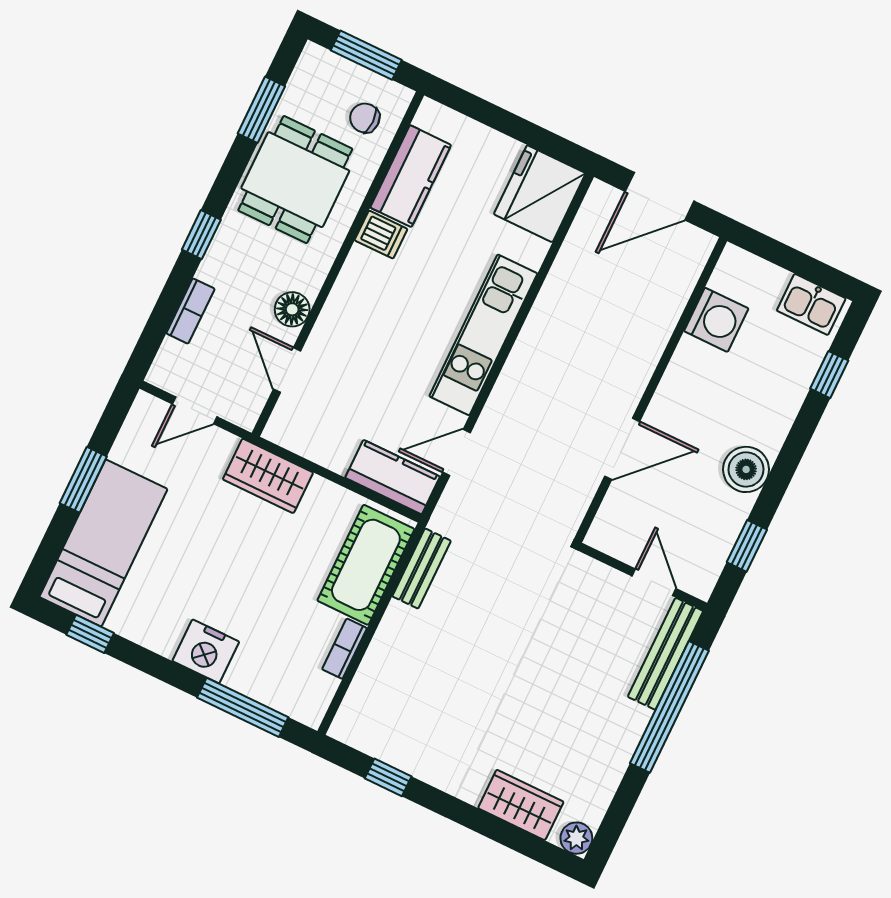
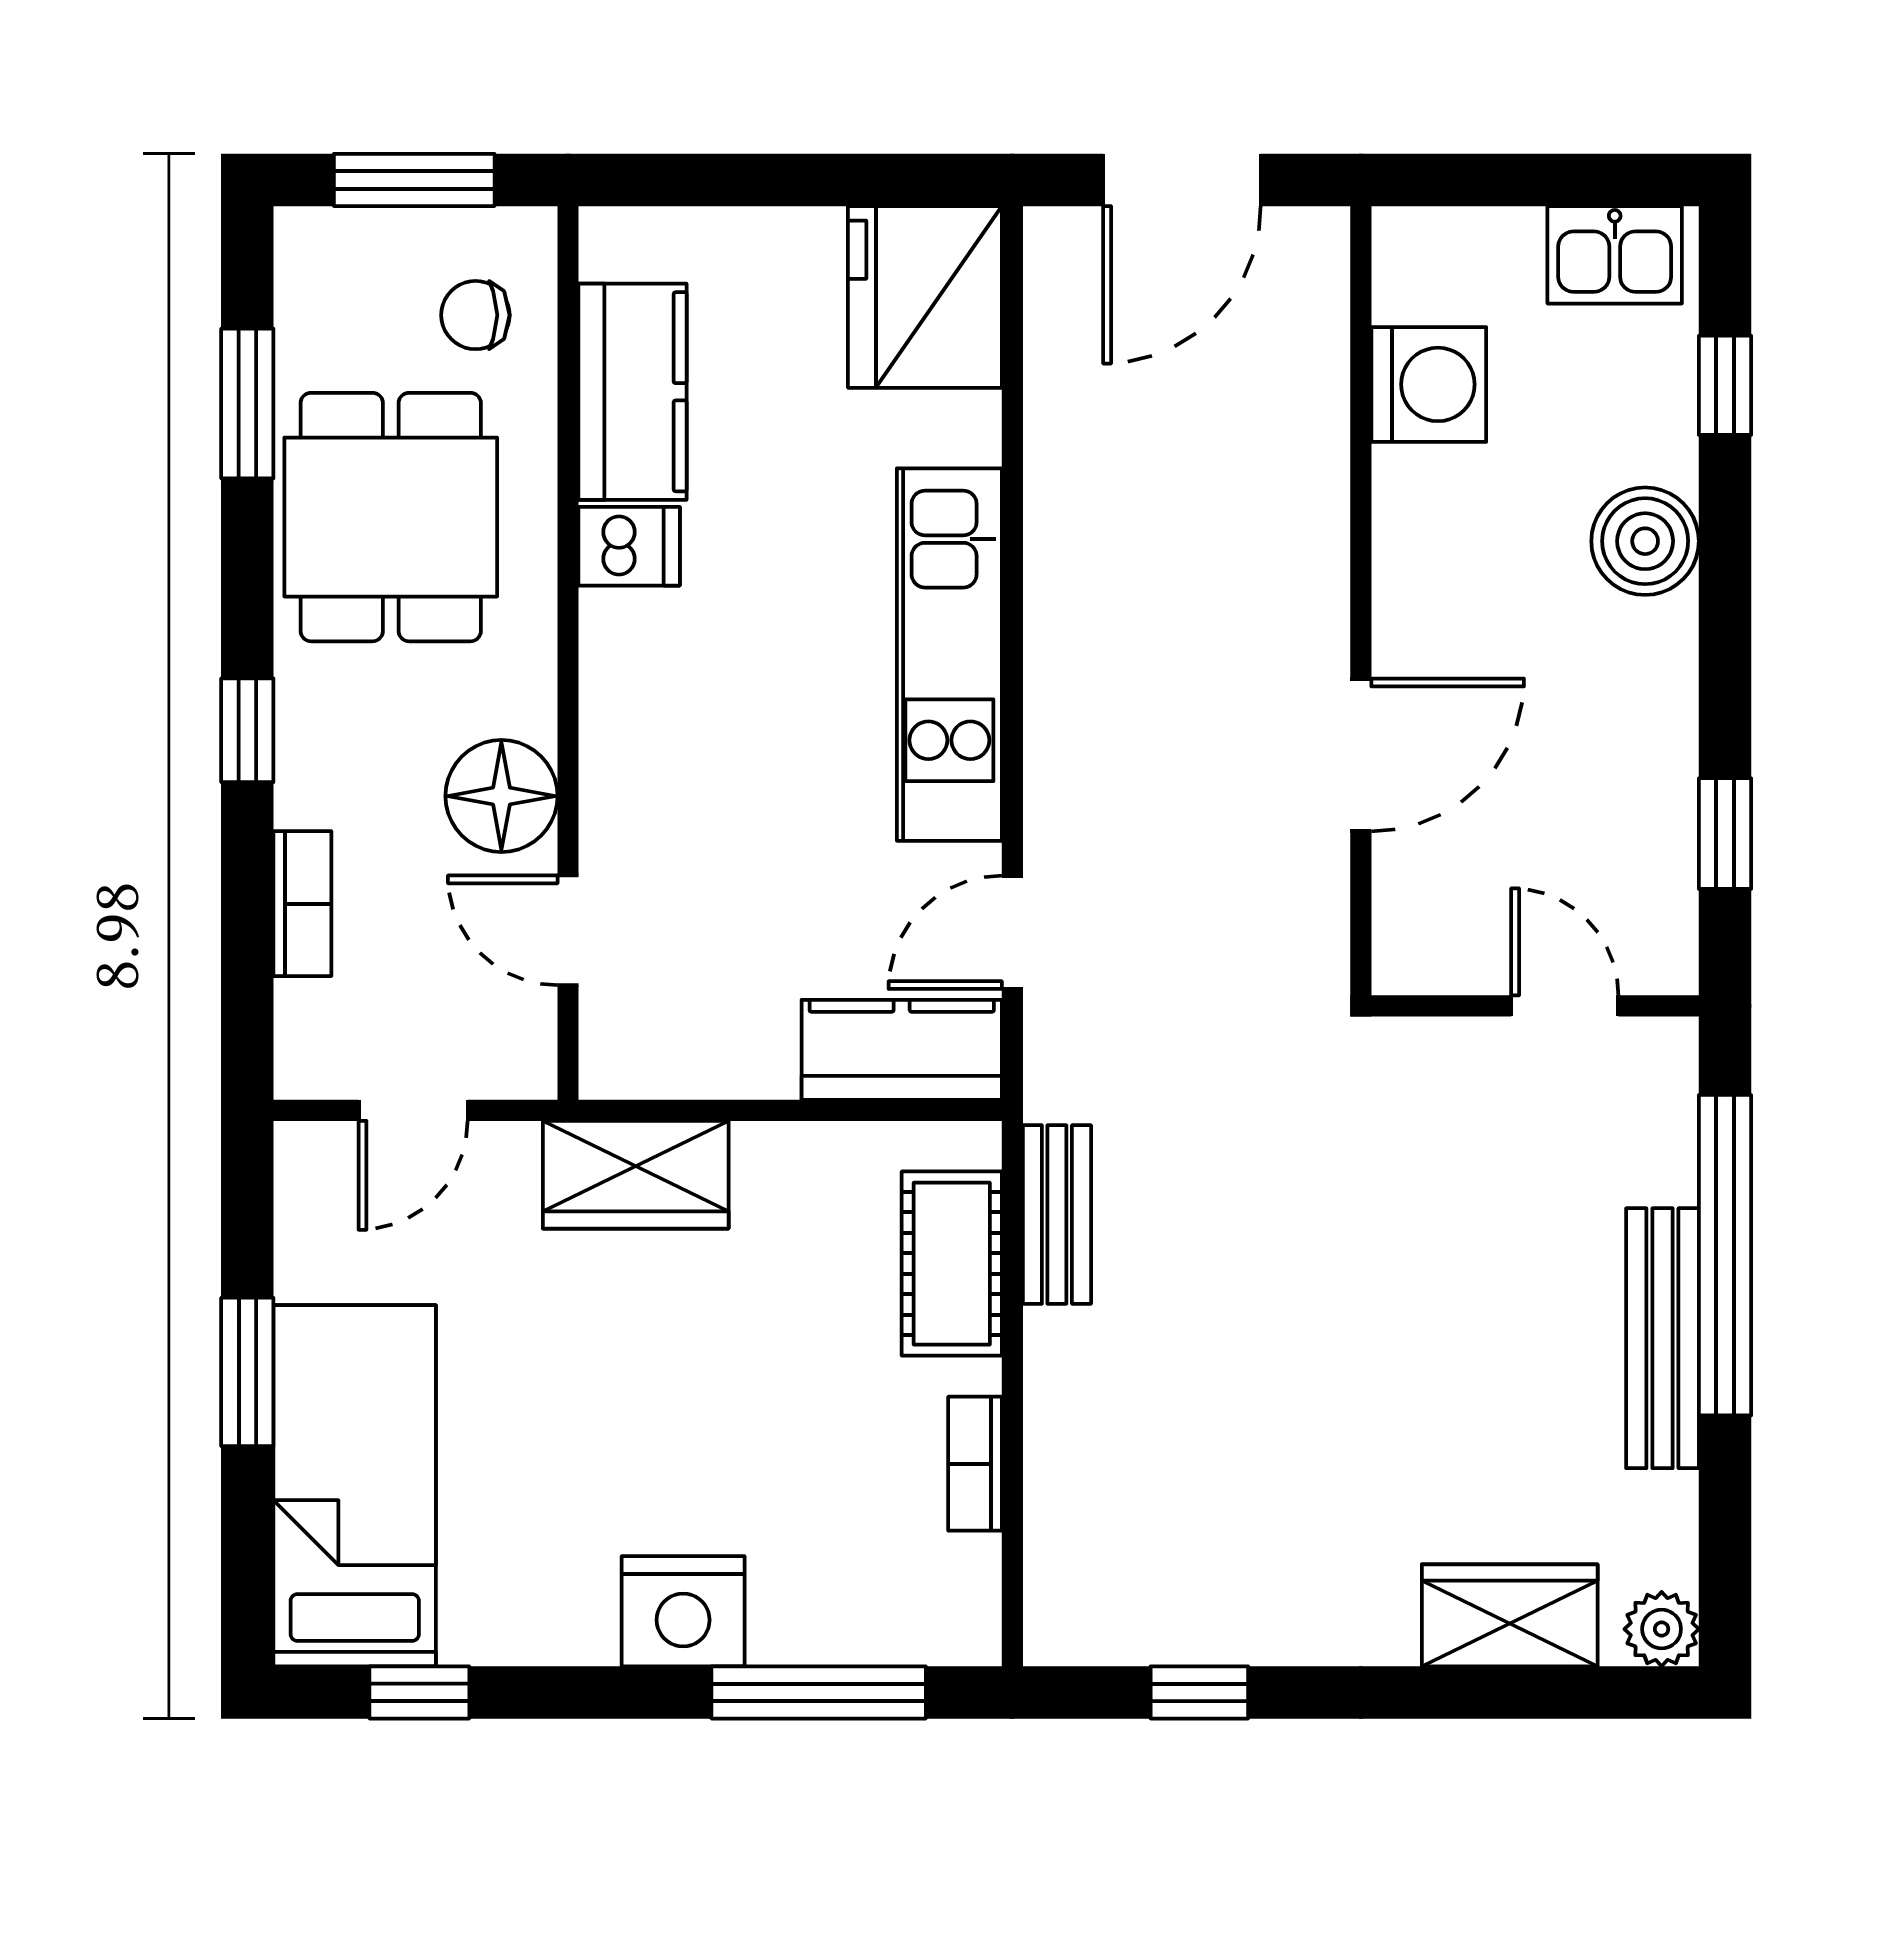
floor lamp: (292, 309) -> (501, 796), width x1.38, depth x1.38
boiler: (746, 469) -> (1645, 541), moved
cot: (366, 565) -> (952, 1264), width x0.73, depth x0.75
bench: (665, 654) -> (1662, 1338), moved

